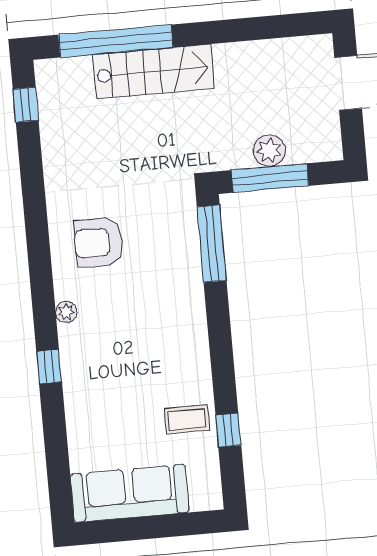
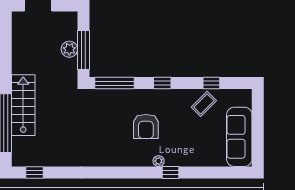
armchair: (99, 242) -> (146, 126), moved
plant: (66, 312) -> (159, 161), moved
window: (220, 336) -> (162, 83), added
coffee table: (187, 419) -> (204, 104), turned 45

